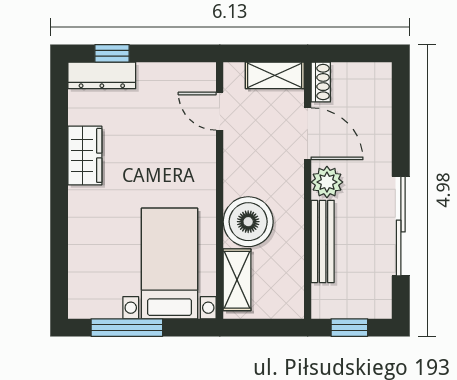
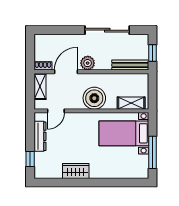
dresser: (102, 75) -> (40, 136), moved
boiler: (248, 222) -> (94, 98), moved
bench: (323, 241) -> (130, 65), moved

